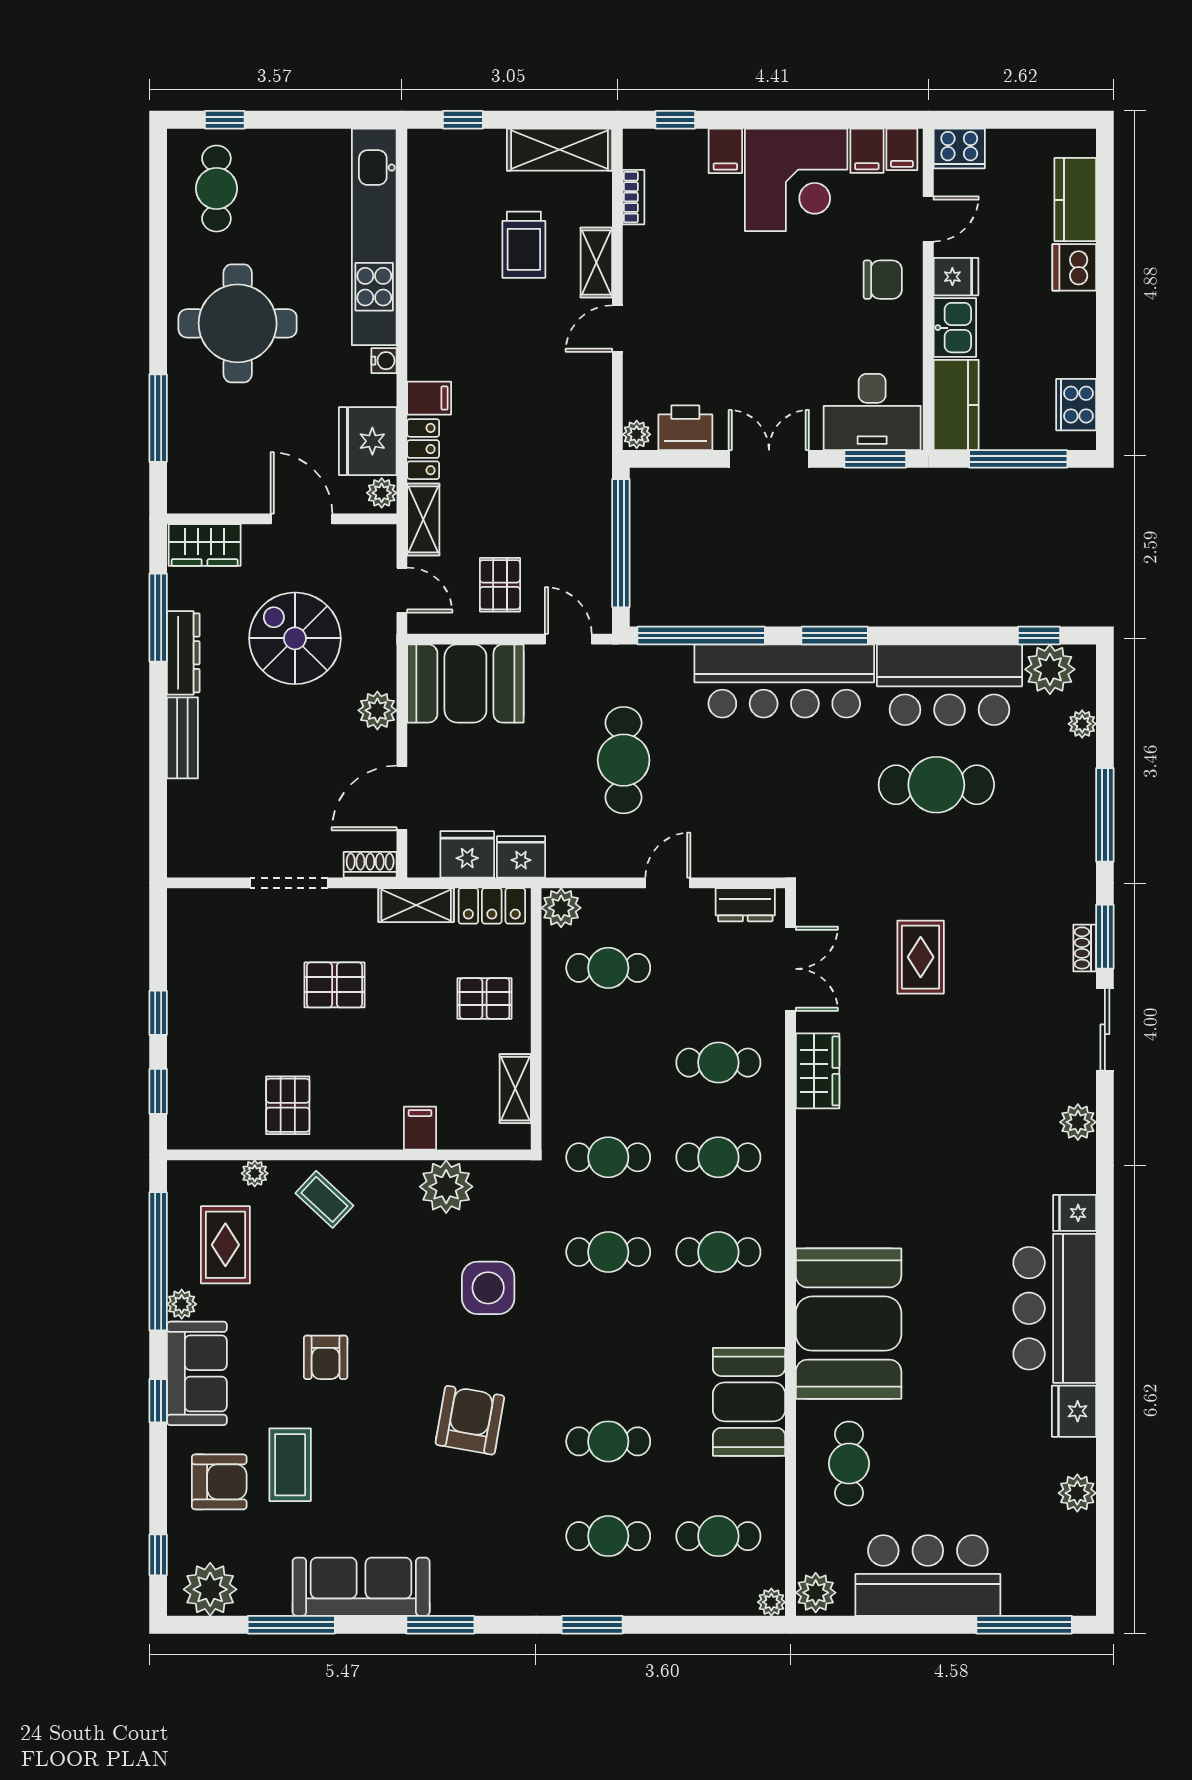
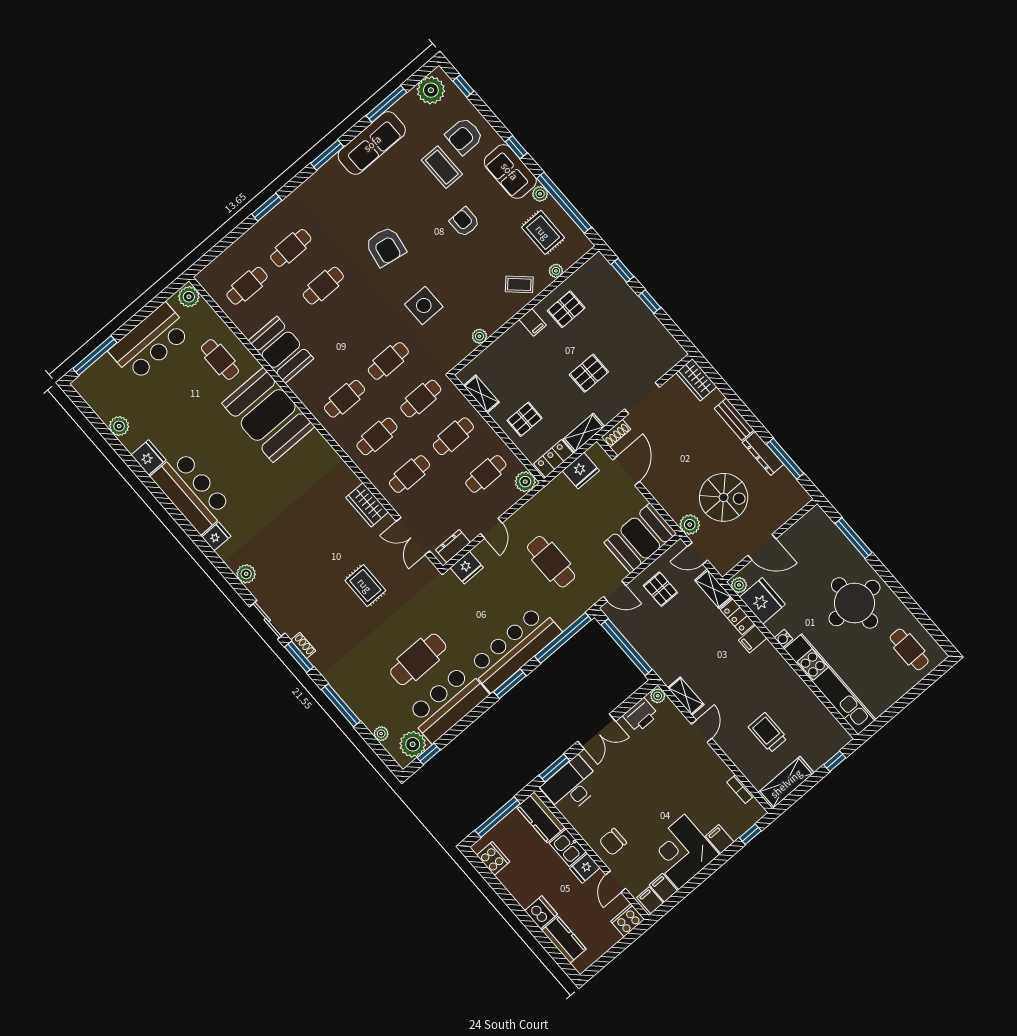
window: (225, 120) -> (929, 680), removed
shelving: (596, 263) -> (686, 696), moved
wardrobe: (205, 545) -> (696, 380), moved, turned -90
plant: (377, 710) -> (690, 525), moved
fridge: (521, 857) -> (467, 568), moved
cafe table: (608, 1063) -> (453, 436), added
pallet: (288, 1105) -> (566, 309), turned 90
filing cabinet: (420, 1128) -> (533, 322), moved
plant: (446, 1187) -> (479, 336), width x0.53, depth x0.53
plant: (771, 1602) -> (203, 278), removed

